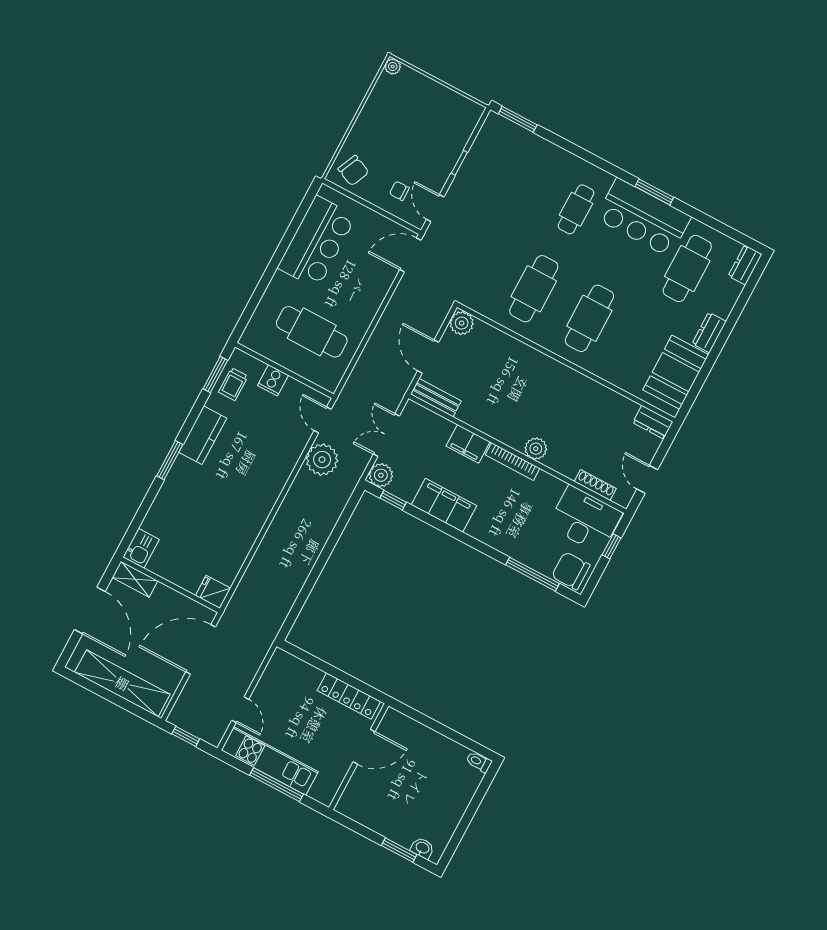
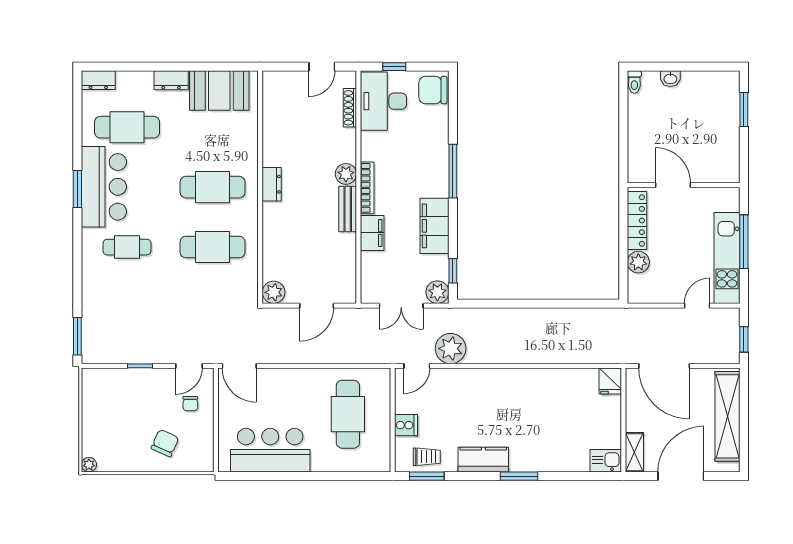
chair: (353, 171) -> (165, 443), moved
bench: (436, 398) -> (348, 209), moved
dresser: (653, 422) -> (272, 184), moved
chair: (571, 571) -> (433, 90), turned 90
window: (533, 574) -> (453, 171), moved
plant: (310, 677) -> (638, 262), added
washbasin: (422, 848) -> (670, 79), moved, turned -90

